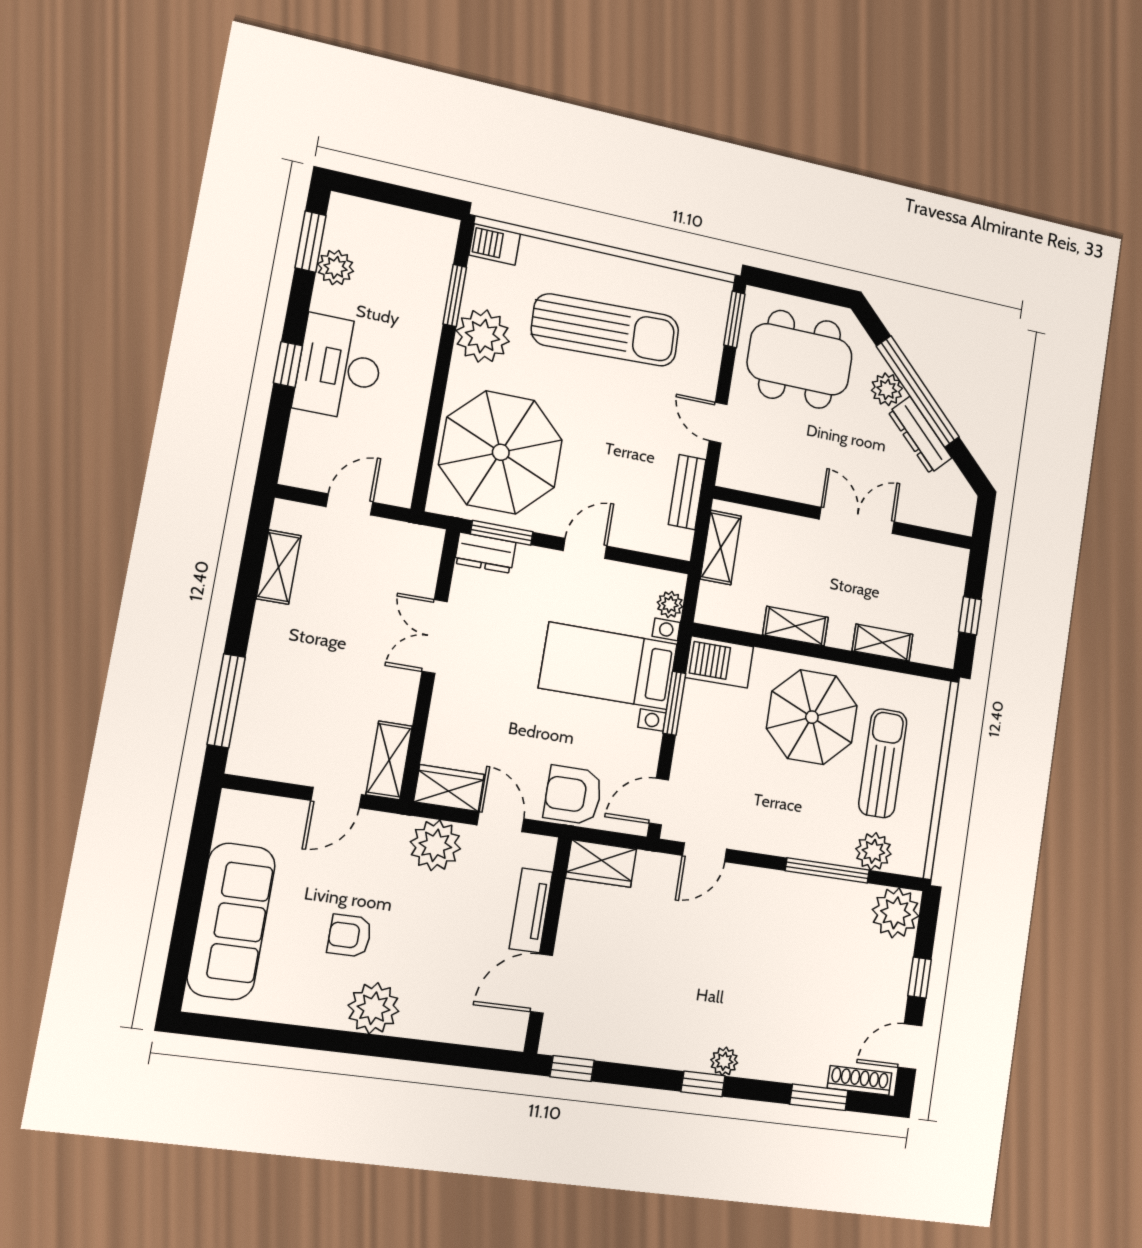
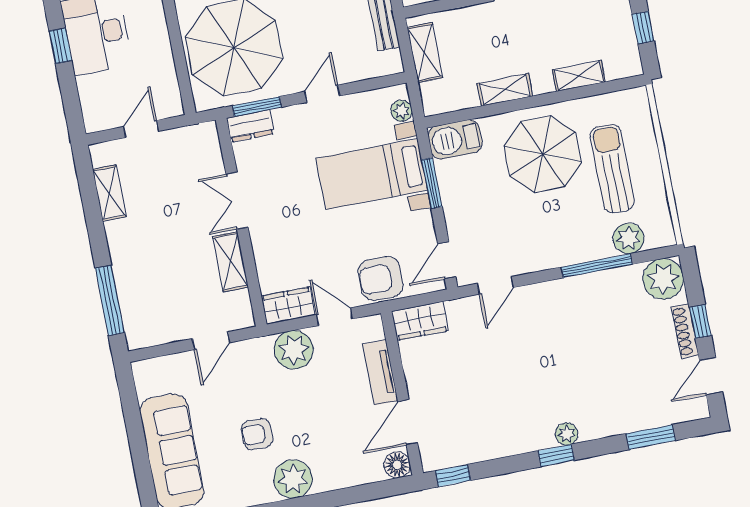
shelving: (389, 760) -> (230, 262), moved
floor lamp: (509, 1033) -> (397, 465), added
shoe rack: (860, 1080) -> (685, 331), moved, turned -90

